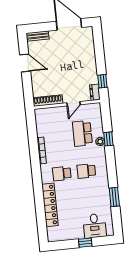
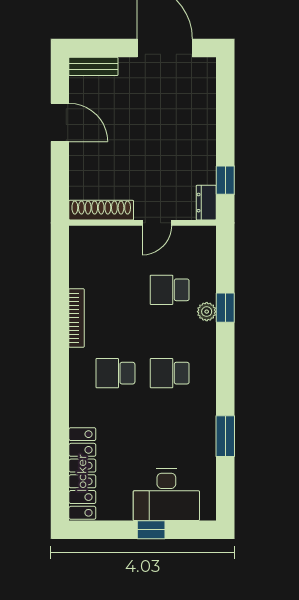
school desk: (82, 133) -> (170, 290), width x0.54
locker: (50, 205) -> (82, 473), moved
desk: (95, 226) -> (166, 495), width x1.37

